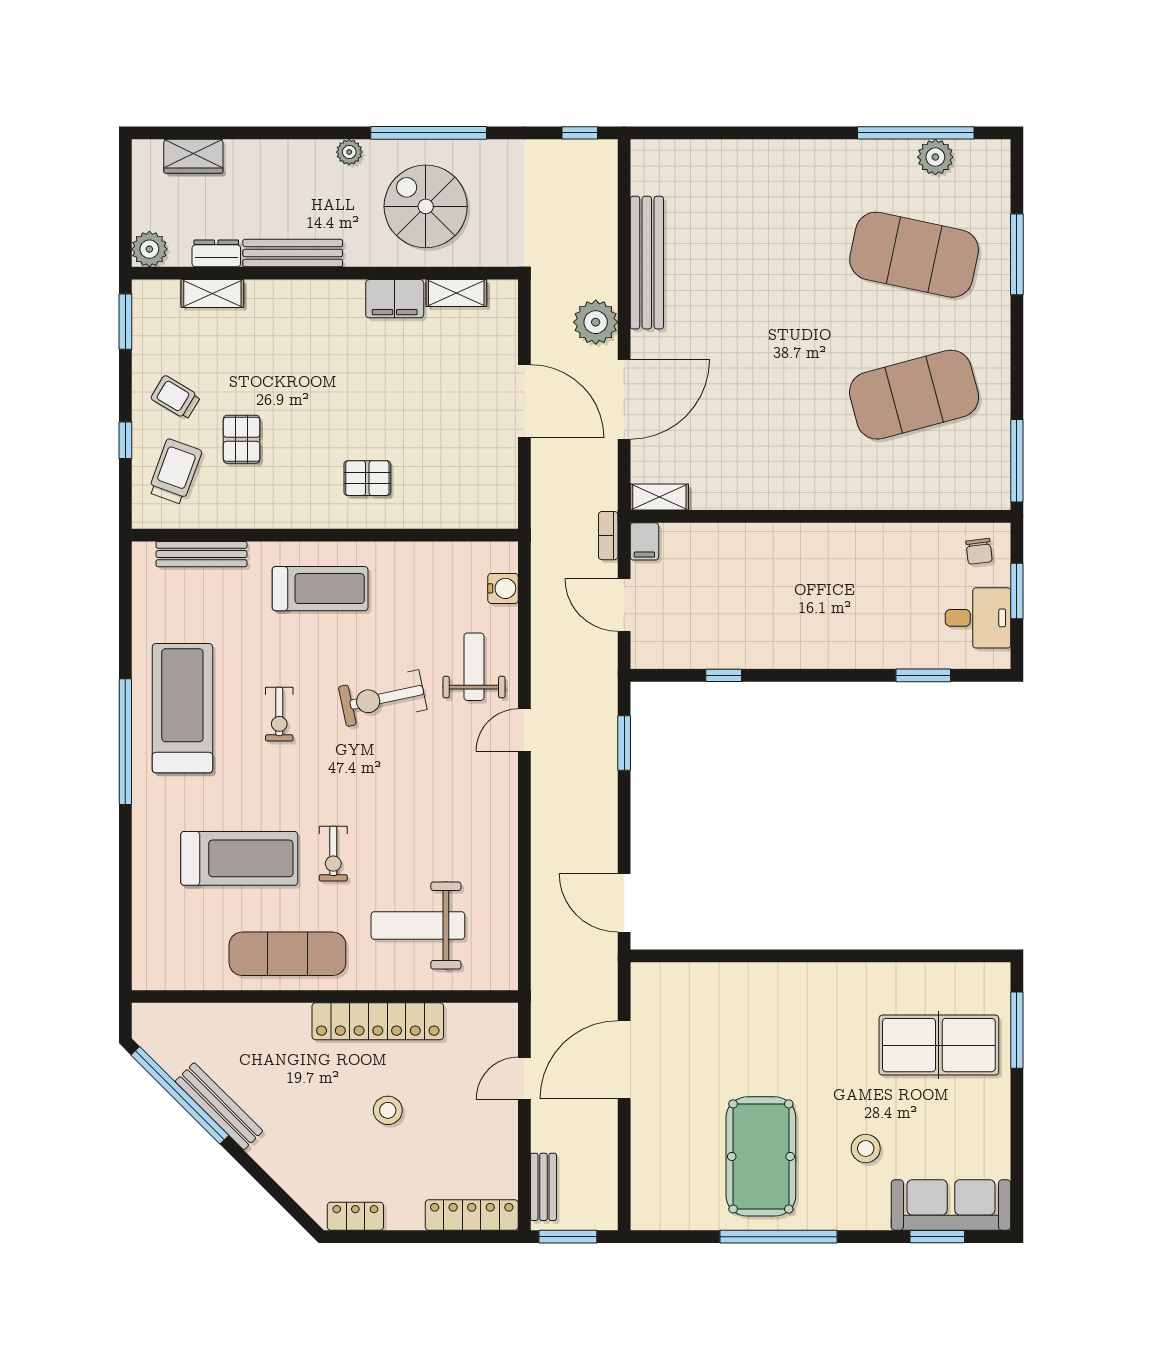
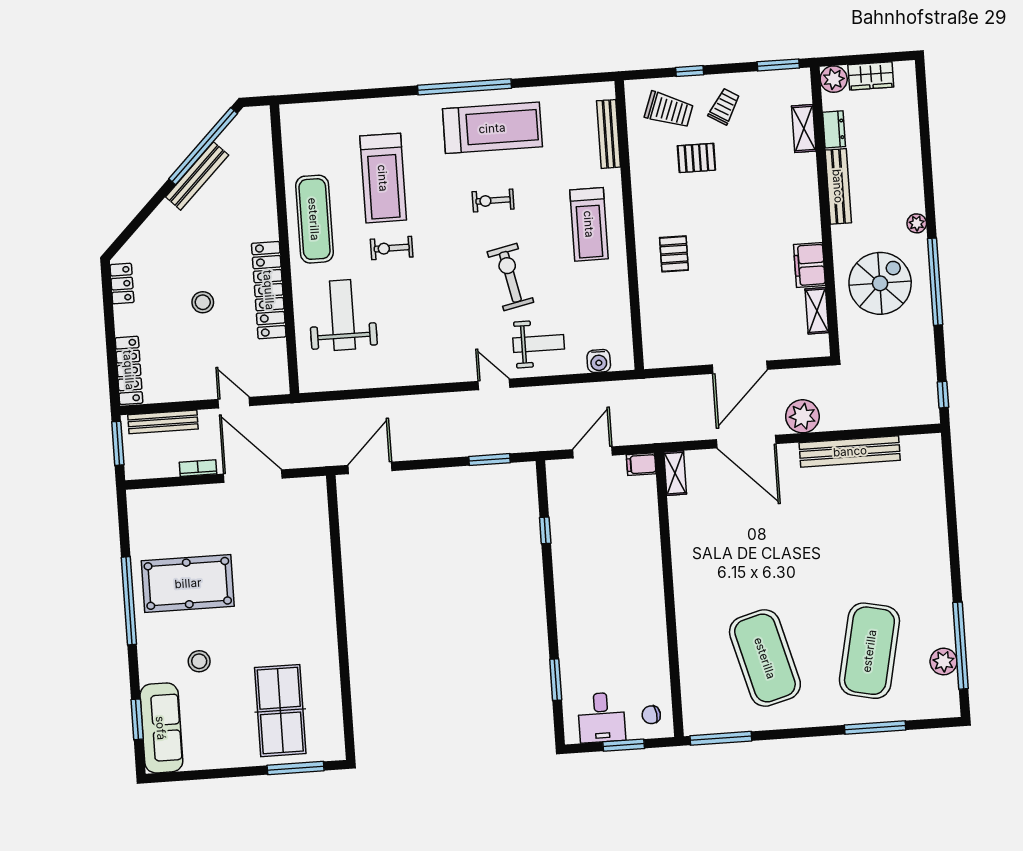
wardrobe: (193, 156) -> (871, 76), moved, turned -90
bookcase: (608, 536) -> (198, 468), moved
bench: (543, 1187) -> (163, 422), width x1.36

